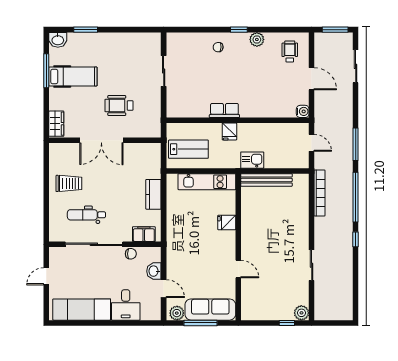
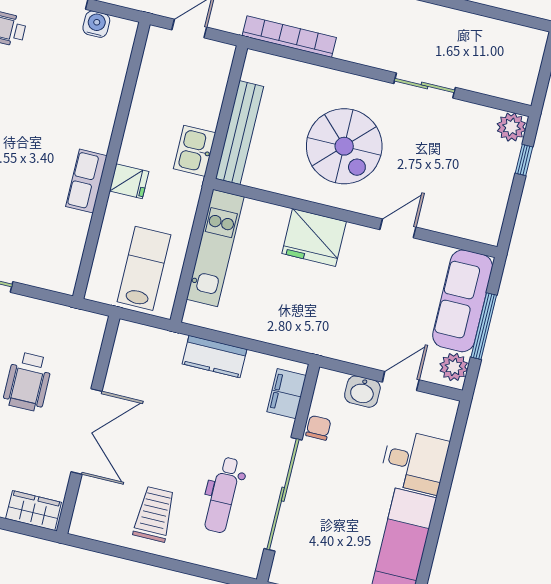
water cooler: (303, 111) -> (96, 24), moved
fridge: (227, 222) -> (314, 237), width x1.88, depth x1.34
spiral stairs: (272, 233) -> (344, 146), added

